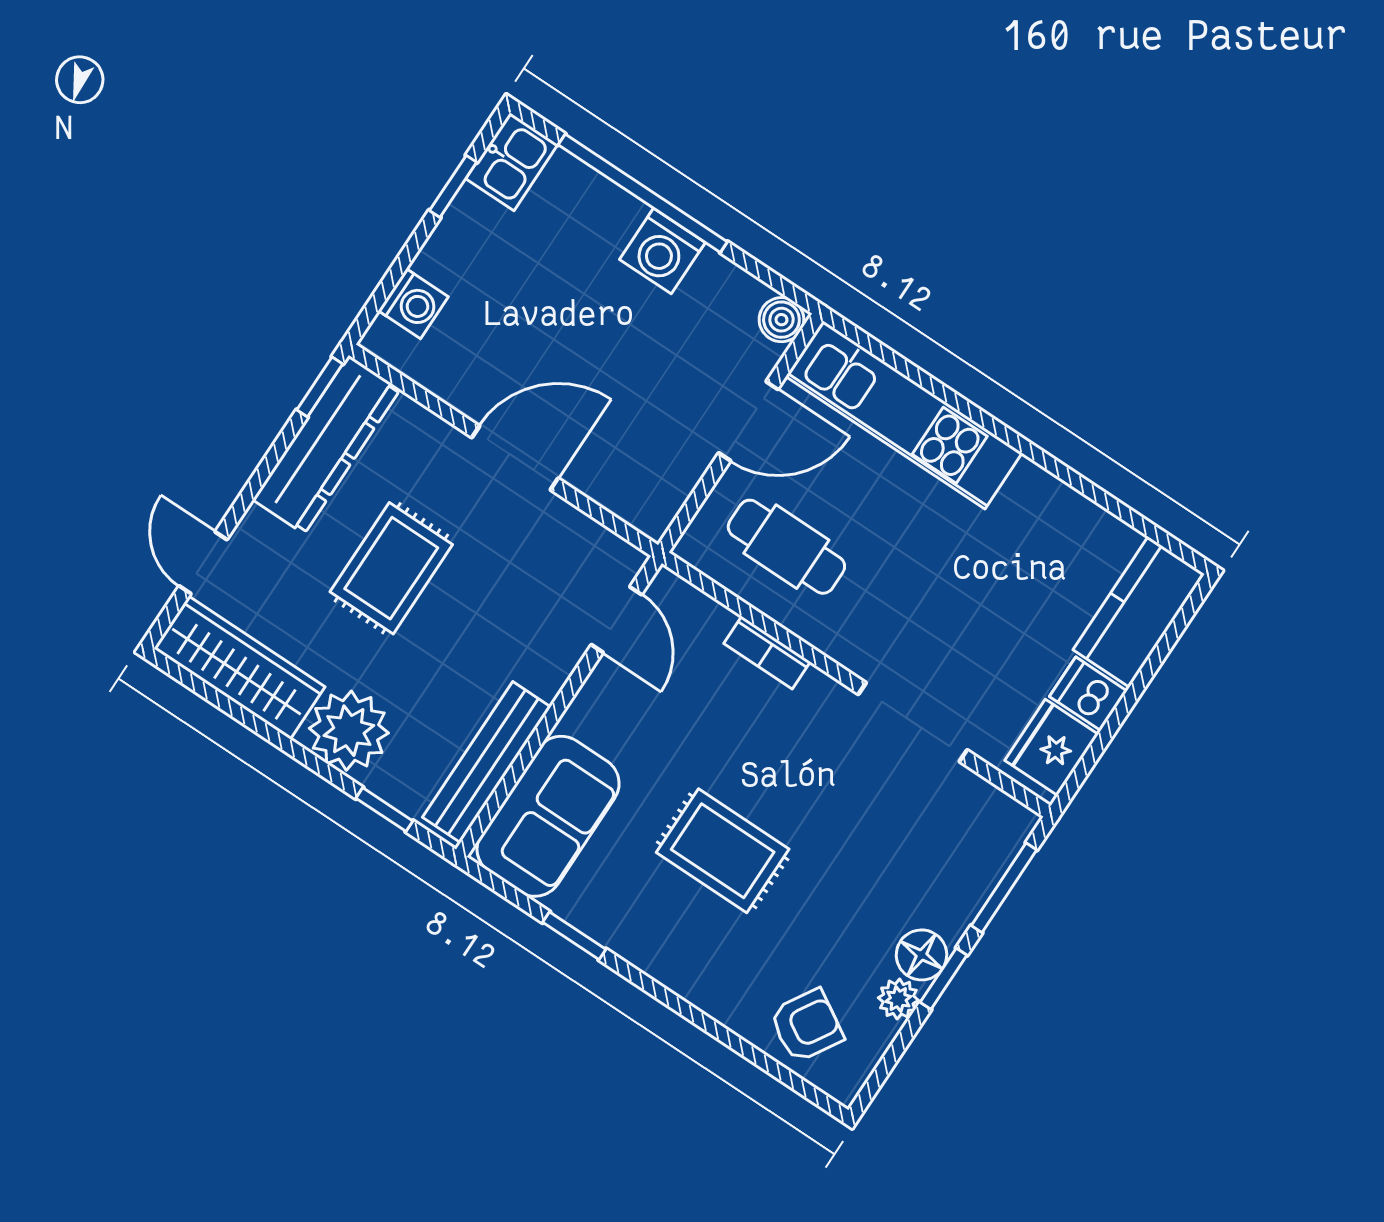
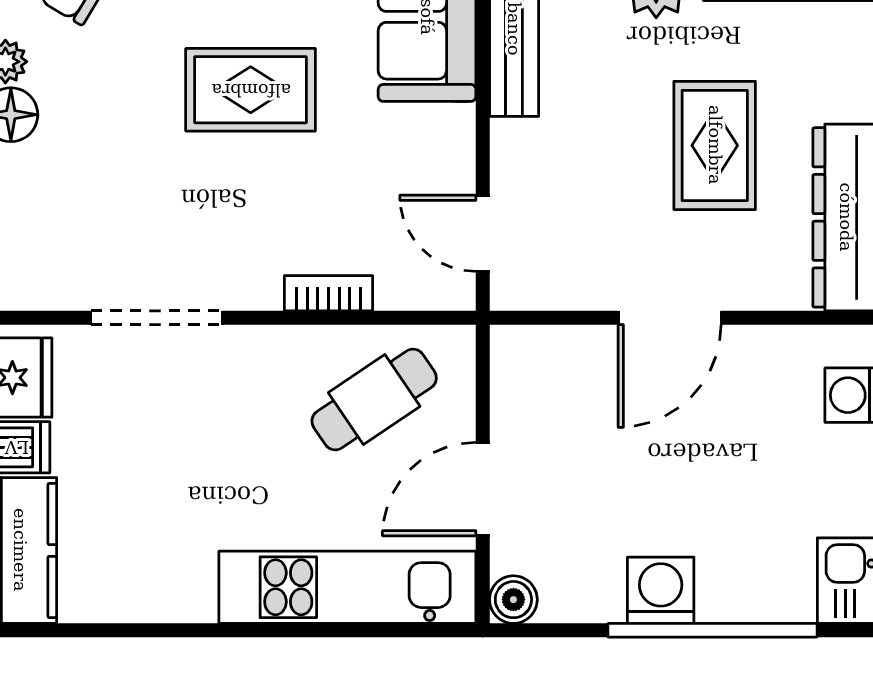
cafe table: (786, 547) -> (374, 400), turned -34

